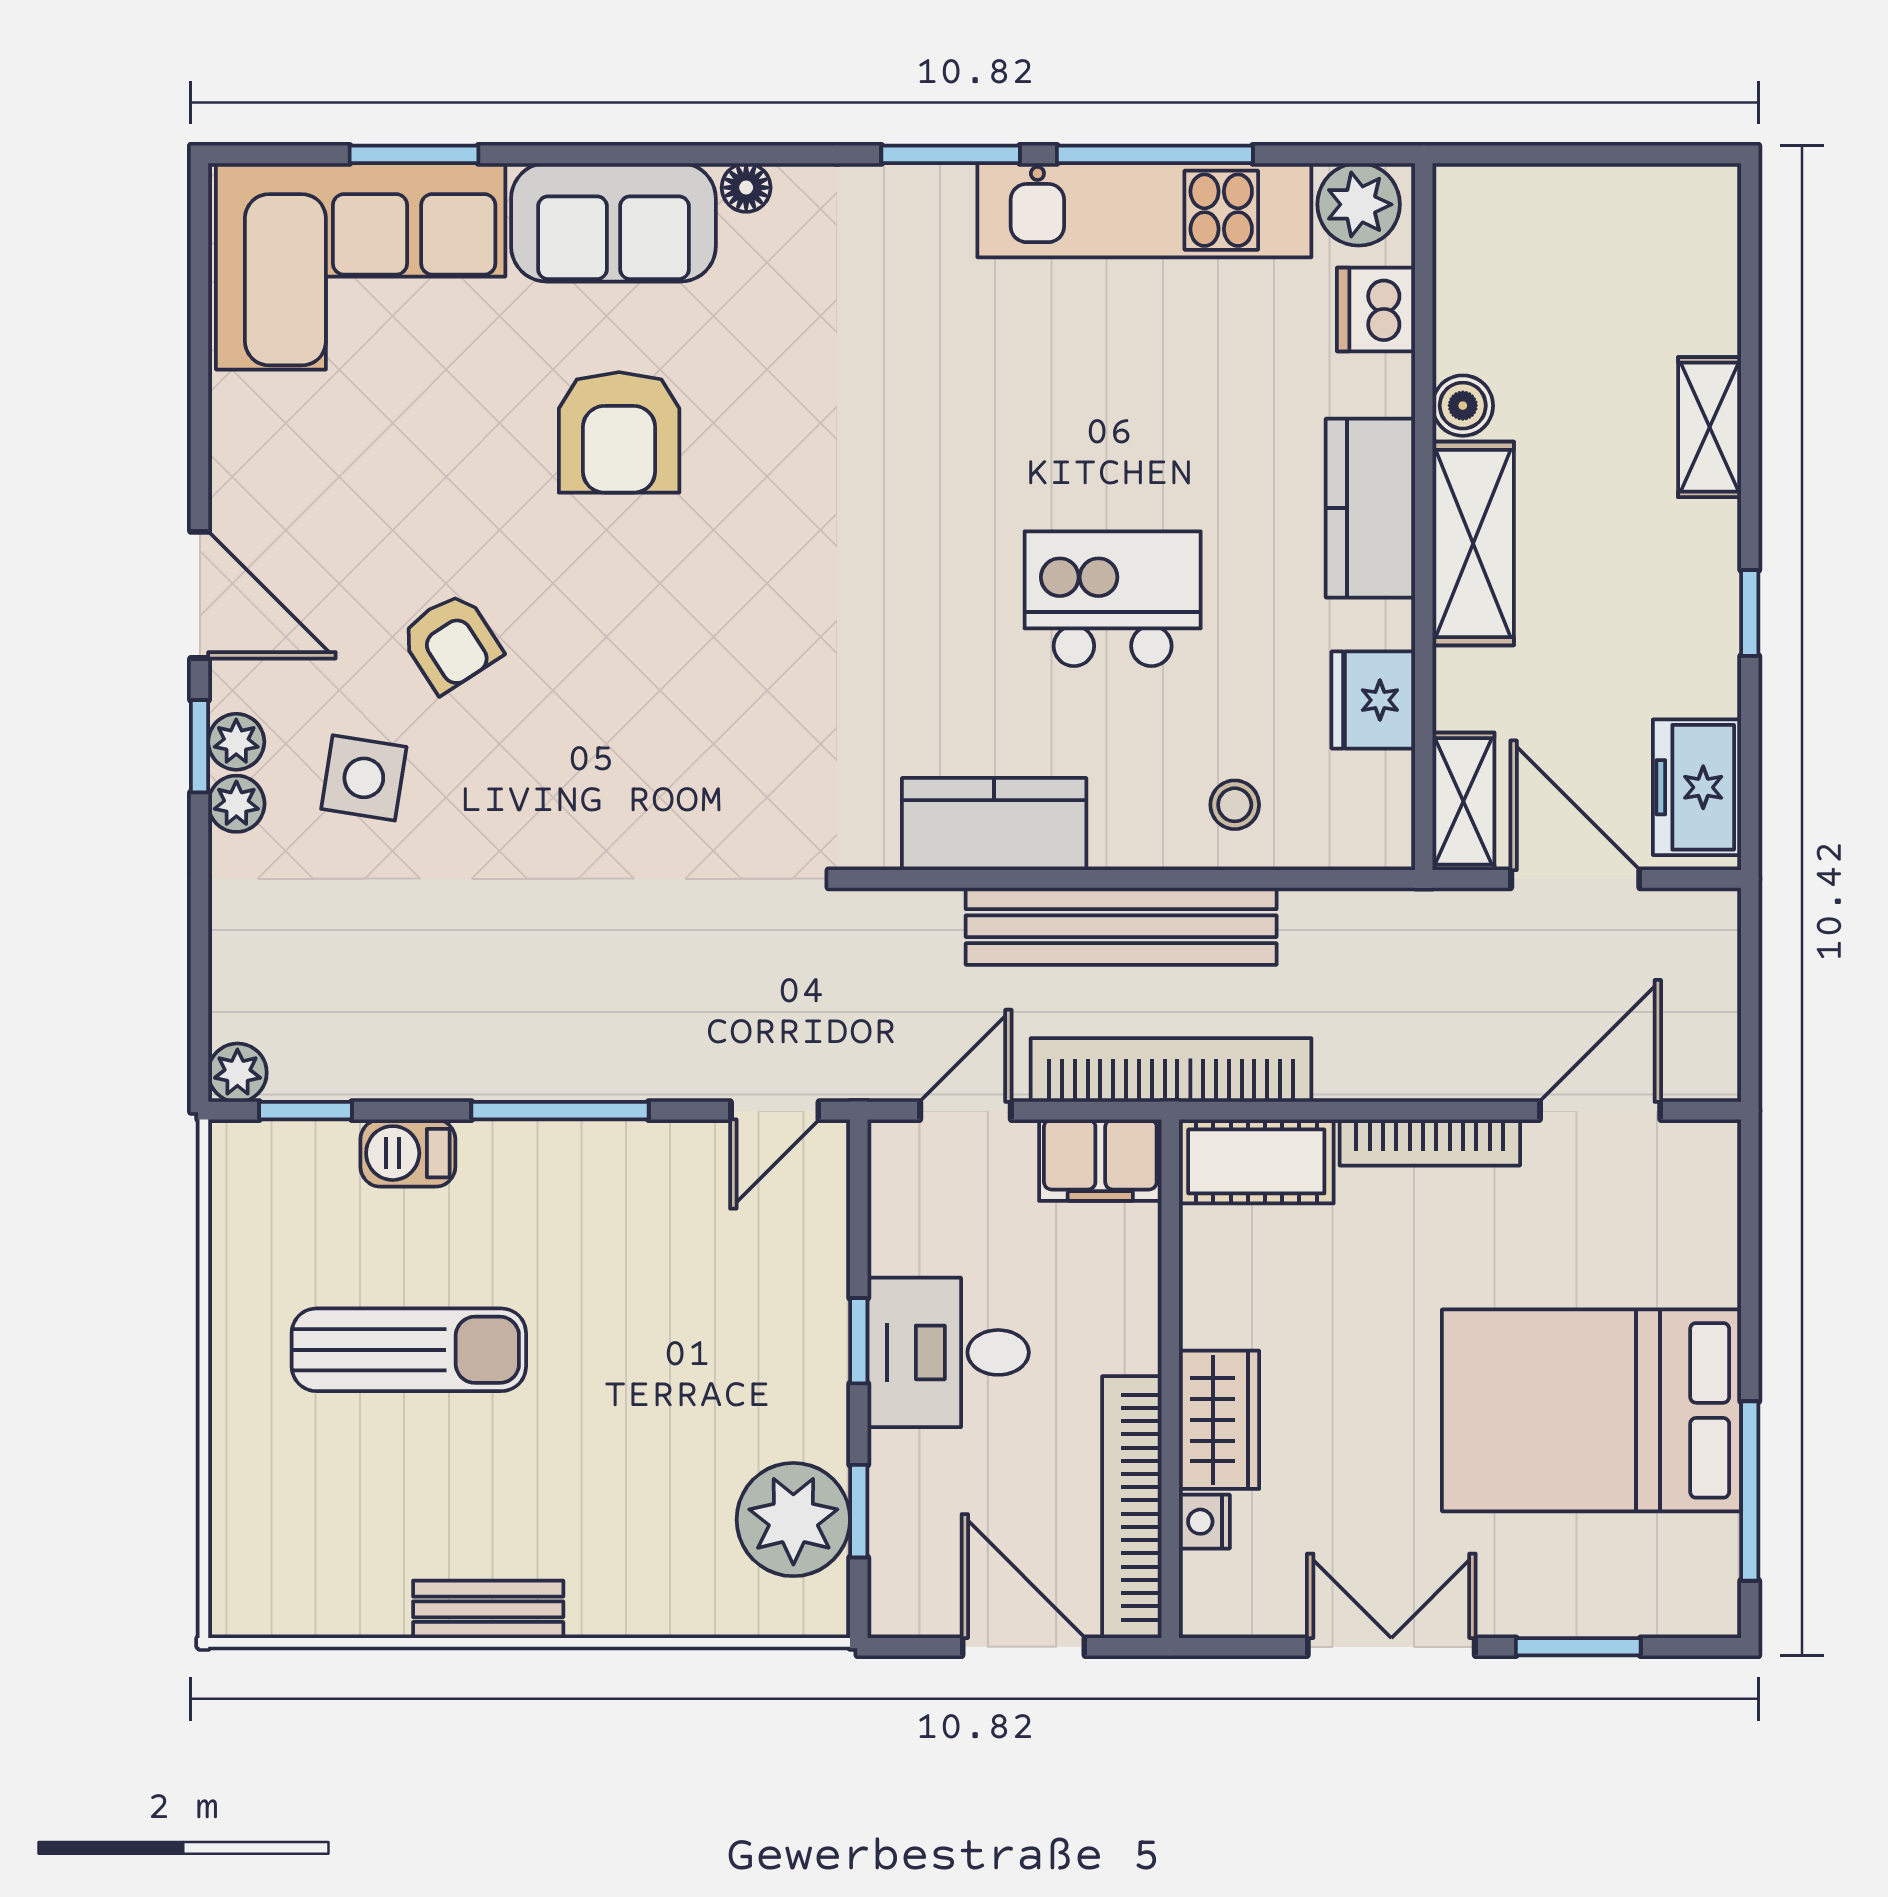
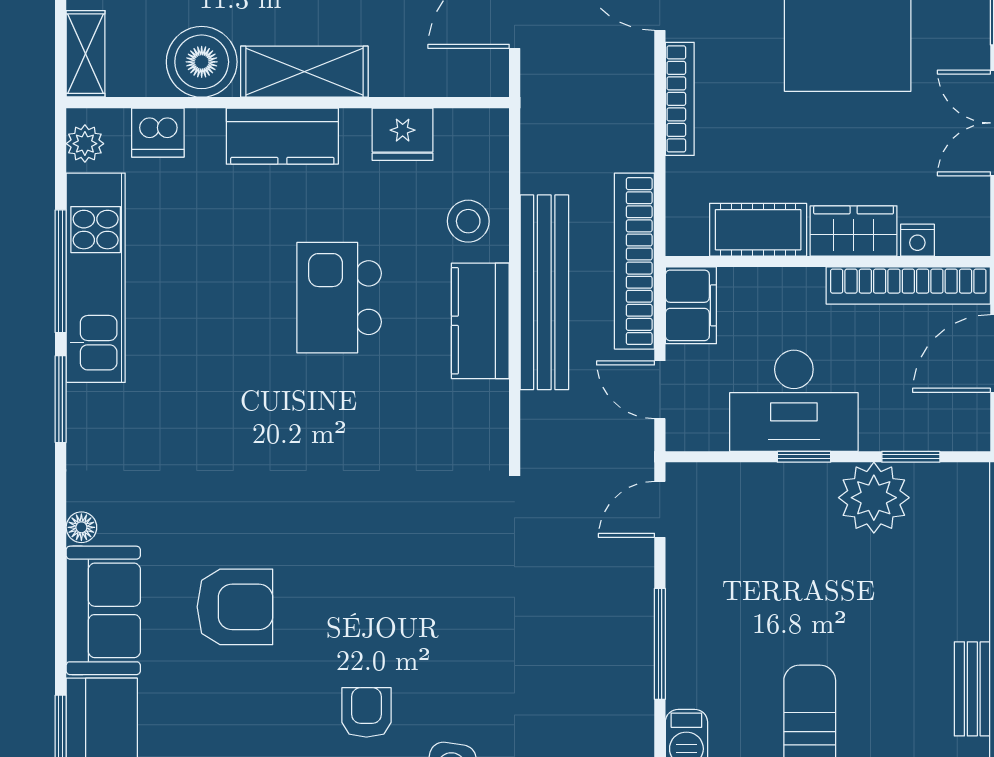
plant: (1359, 204) -> (85, 144), width x0.73, depth x0.73
boiler: (1463, 406) -> (202, 62), width x1.86, depth x1.86
armchair: (451, 642) -> (366, 712), turned -57
shelving: (1463, 801) -> (86, 54), moved, turned 90
stool: (1235, 805) -> (468, 221), width x1.37, depth x1.37
kitchen counter: (994, 824) -> (480, 321), moved
door: (775, 1111) -> (660, 509), swing flipped
cot: (1256, 1161) -> (758, 230), moved, turned 90
desk: (948, 1352) -> (794, 401), width x1.37
plant: (793, 1520) -> (874, 498), moved

